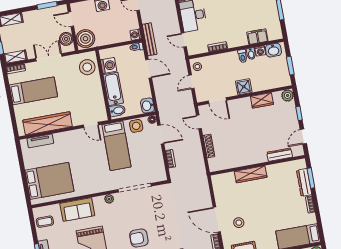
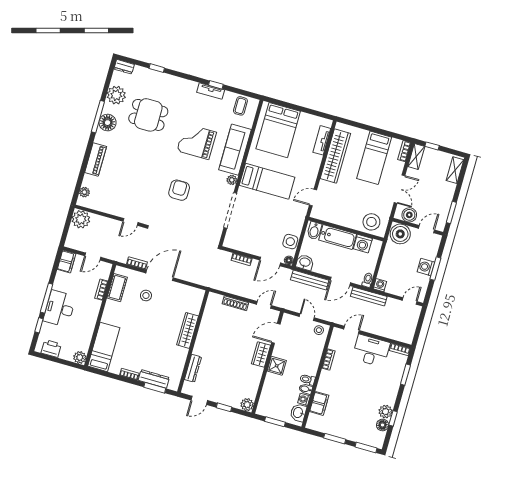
bench: (160, 94) -> (310, 280), added
wardrobe: (262, 100) -> (261, 354), moved
door: (303, 136) -> (199, 400), swing flipped
bed: (117, 146) -> (267, 181), moved, turned 180
sofa: (77, 209) -> (235, 150), width x1.36

